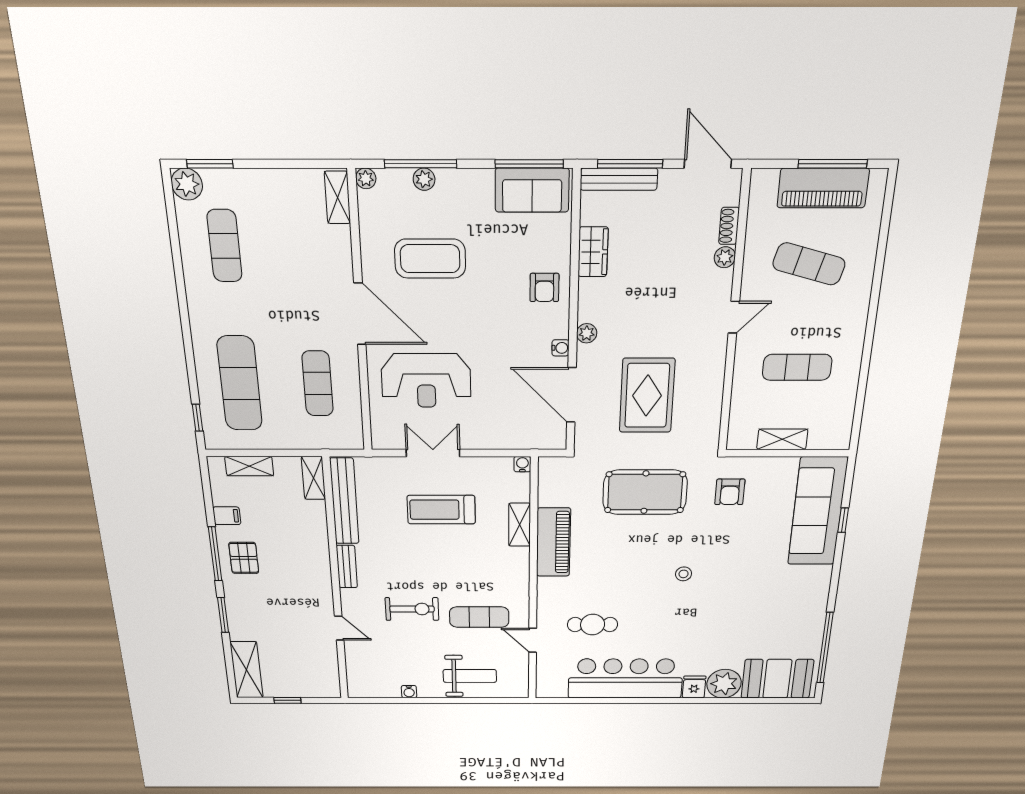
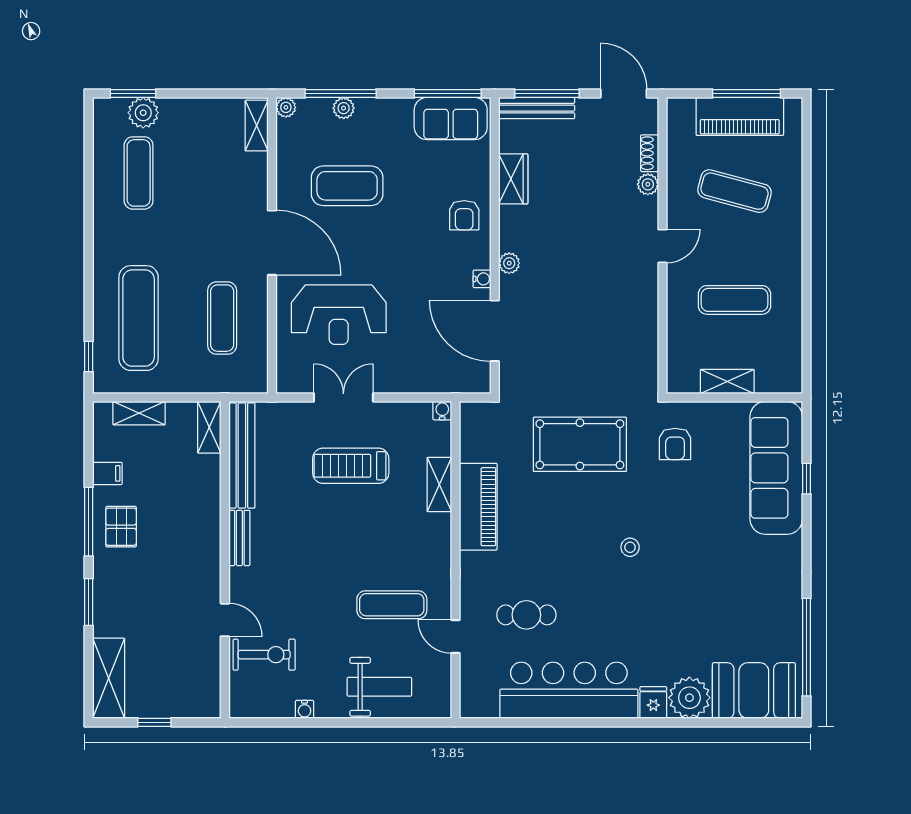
plant: (187, 184) -> (143, 113), moved
rug: (647, 396) -> (576, 331), removed
exercise bike: (412, 609) -> (264, 655), moved

